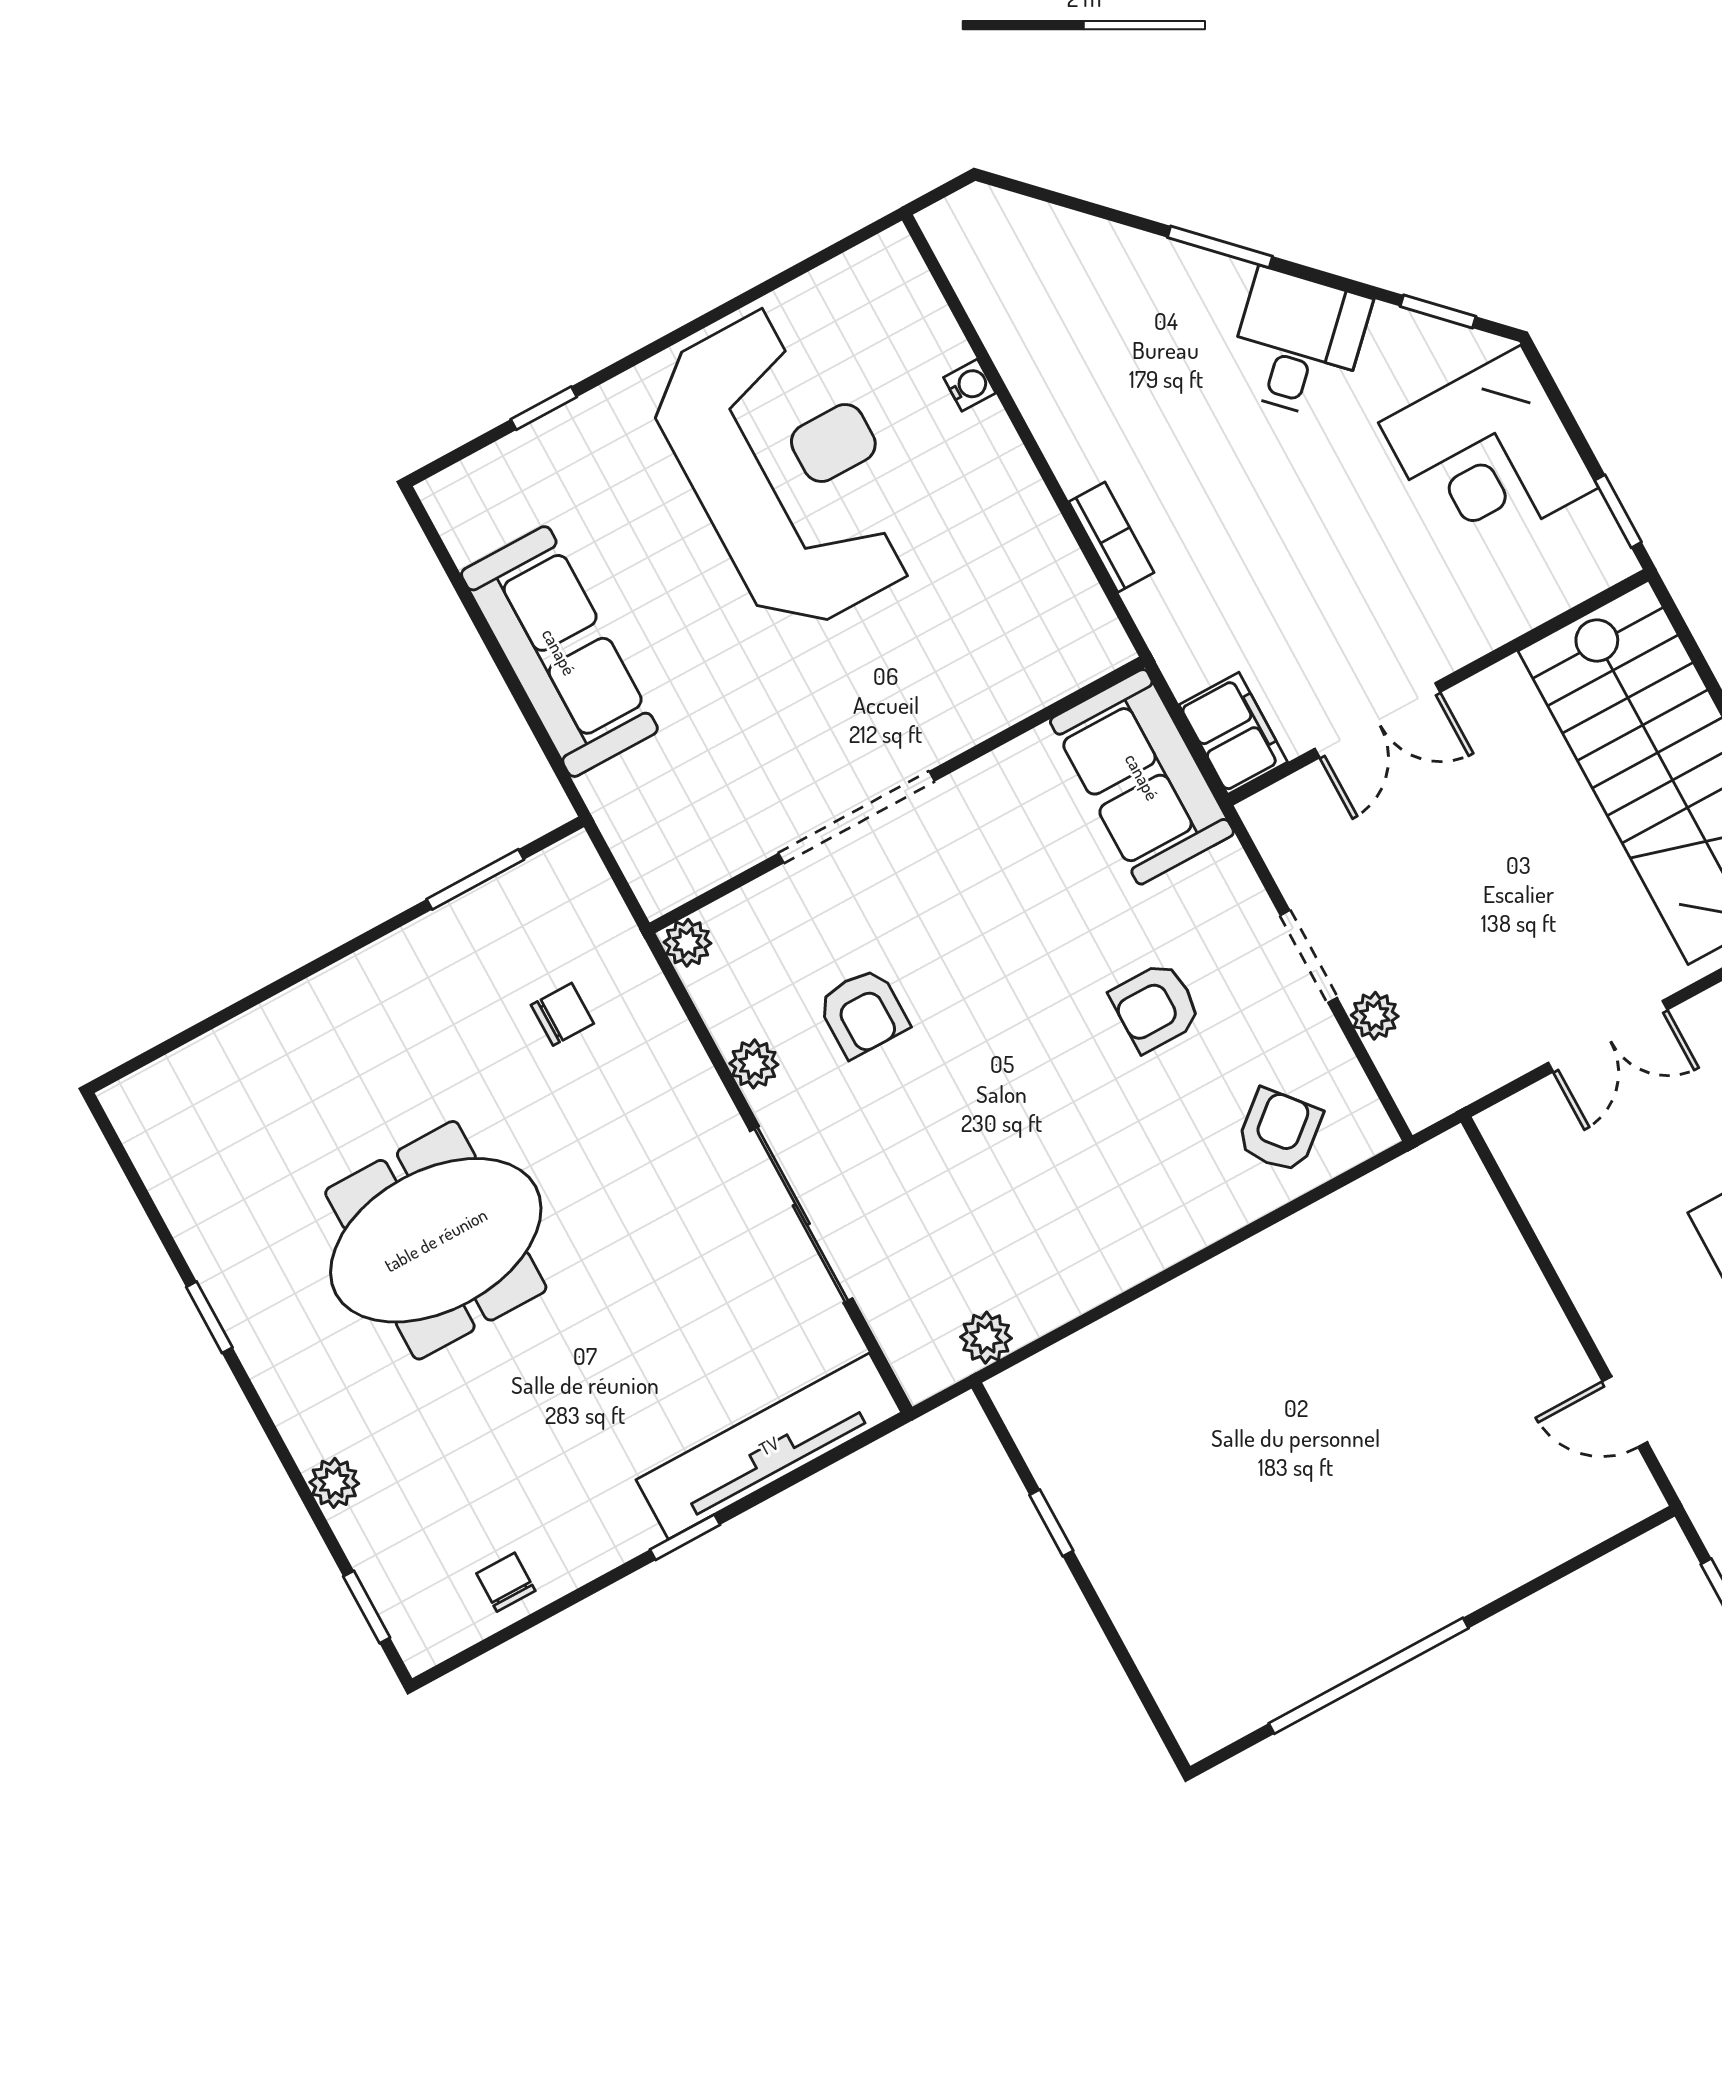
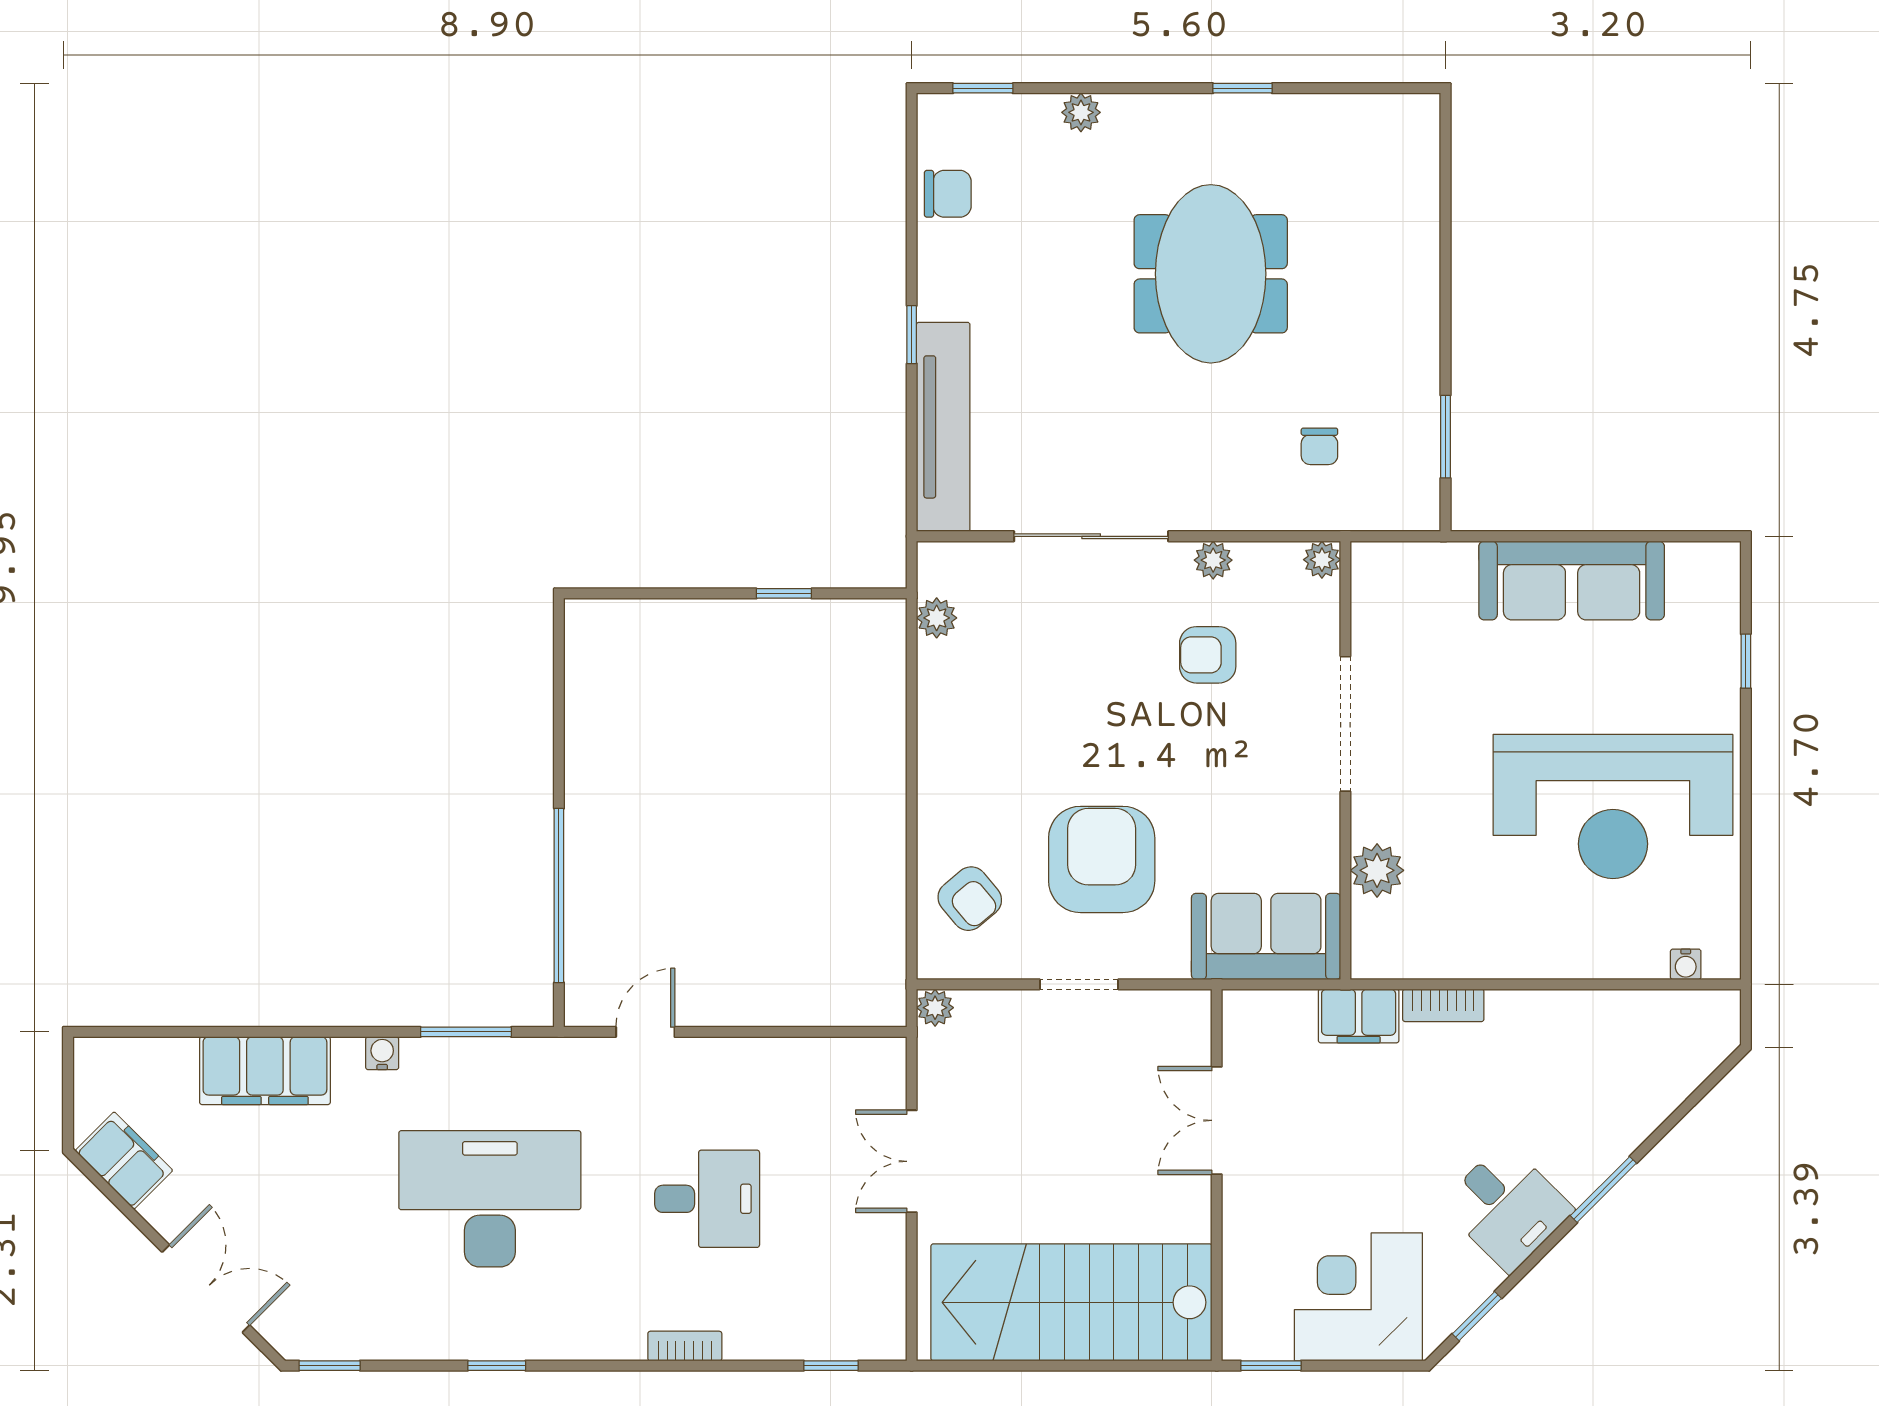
water cooler: (970, 385) -> (1686, 964), moved
plant: (1001, 693) -> (1377, 870), added
filing cabinet: (1233, 733) -> (1359, 1016), moved
armchair: (1156, 1007) -> (1102, 859), width x1.88, depth x1.88
plant: (1375, 1016) -> (935, 1008), moved
chair: (506, 1582) -> (948, 194), width x1.37, depth x1.37
window: (1369, 1676) -> (559, 896), moved

